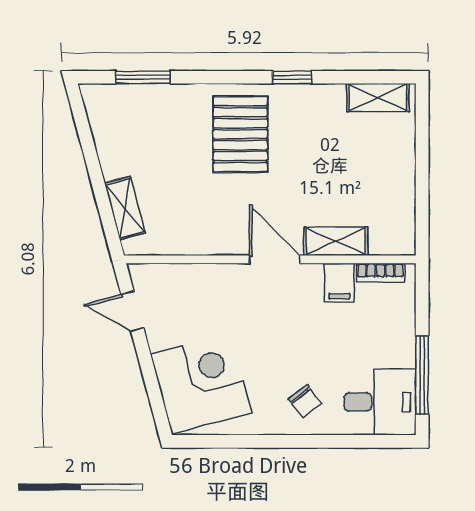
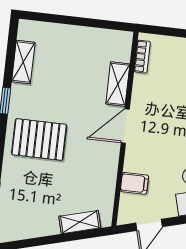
shelving: (378, 98) -> (23, 62), moved
filing cabinet: (339, 283) -> (134, 183), moved

